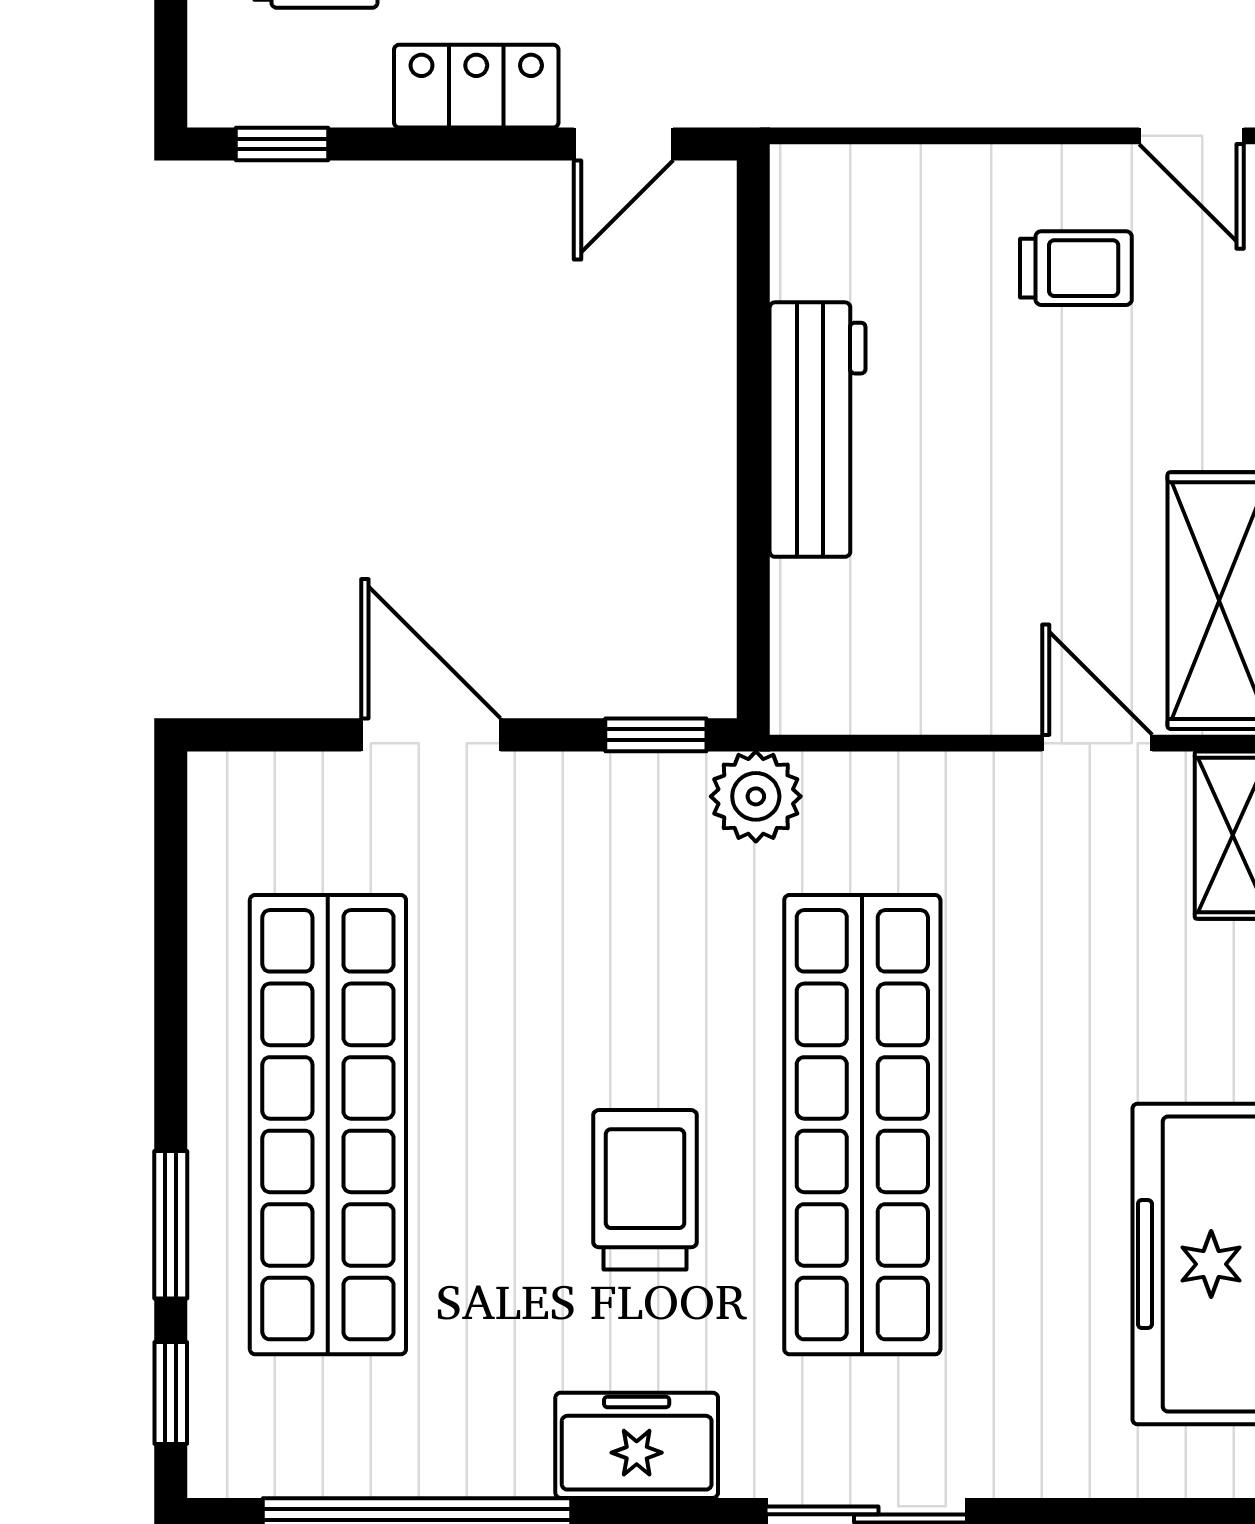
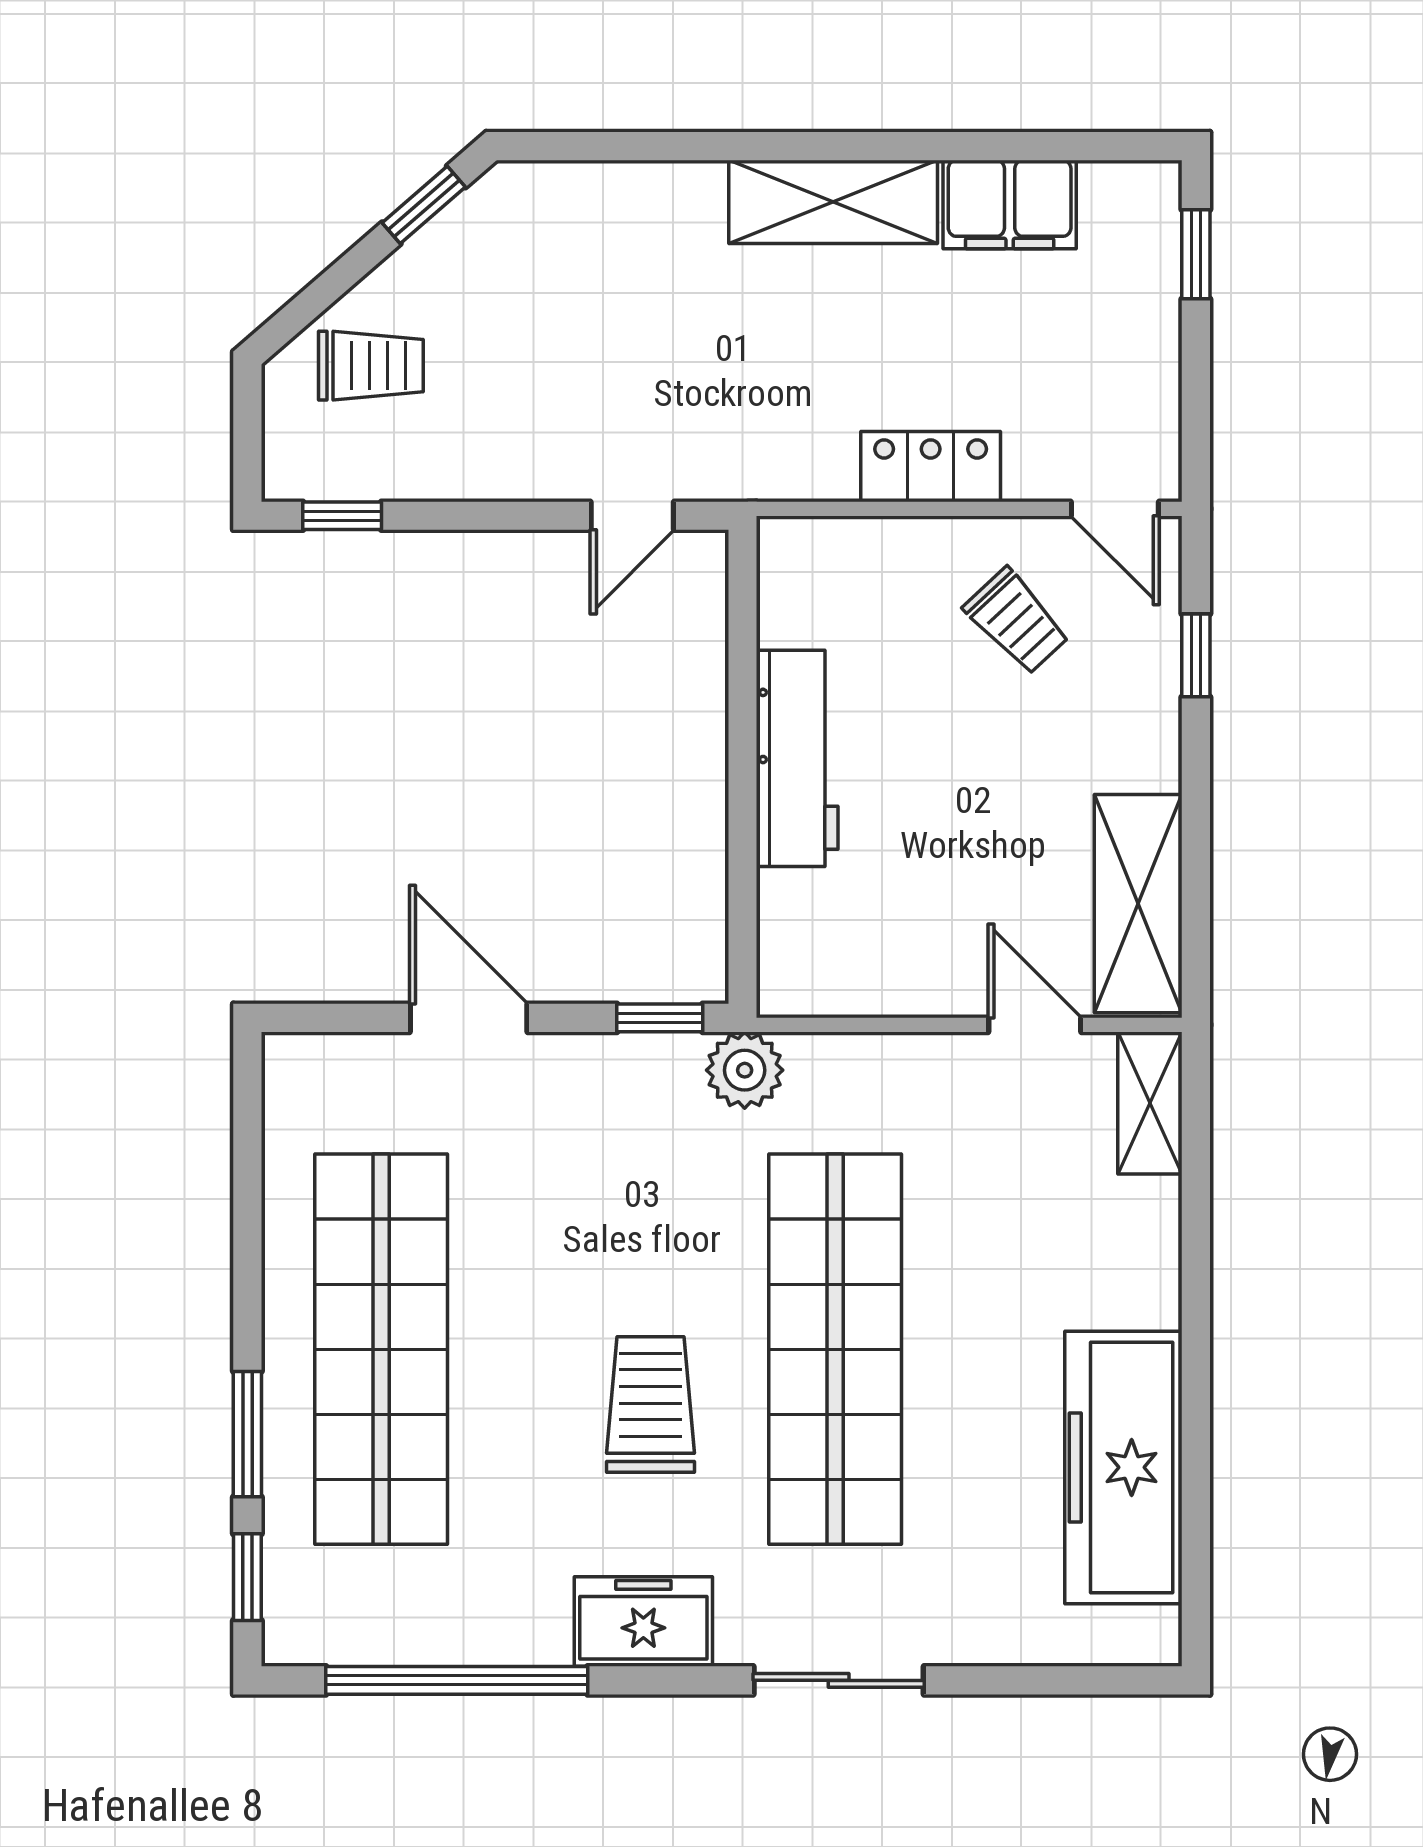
locker: (476, 86) -> (931, 467), moved
trolley: (1076, 268) -> (1017, 621), turned 47

